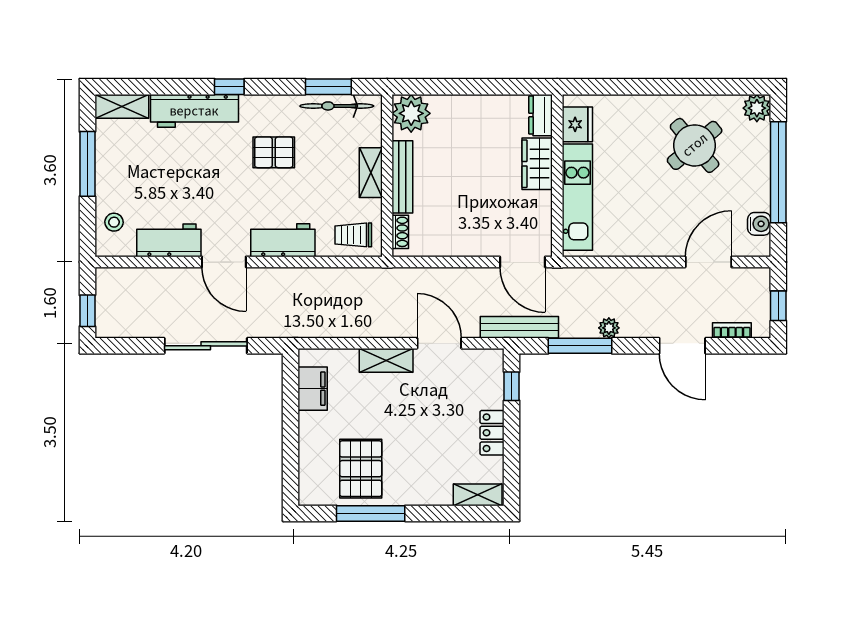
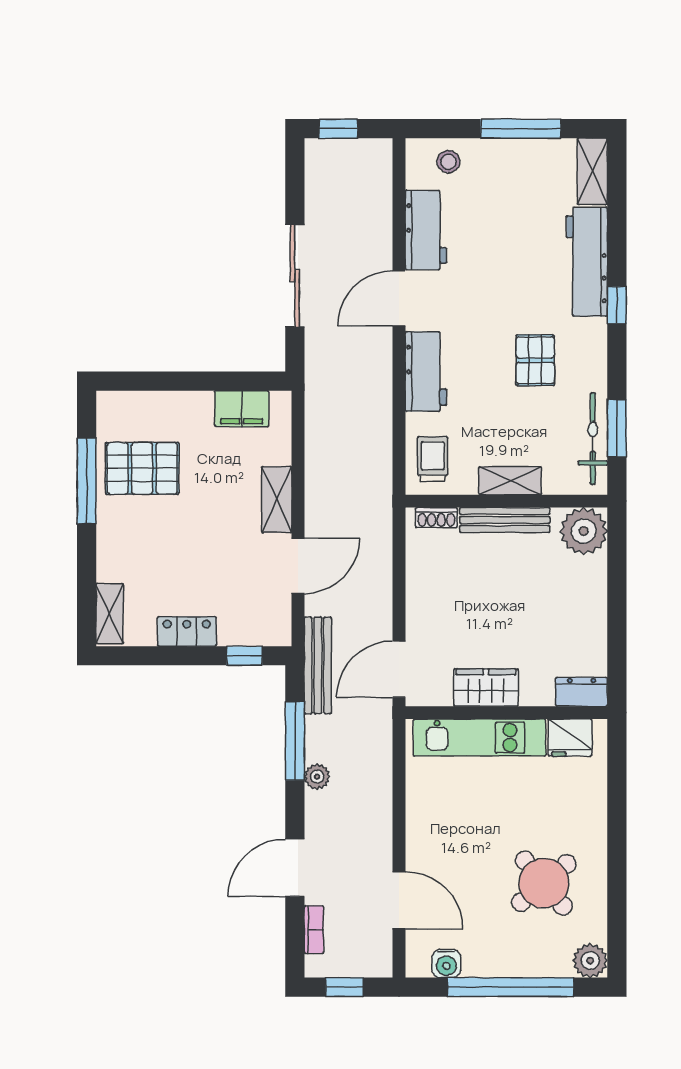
wardrobe: (537, 164) -> (486, 688), moved

